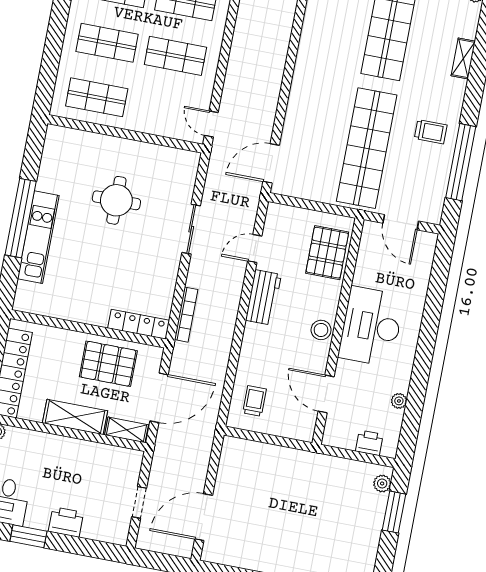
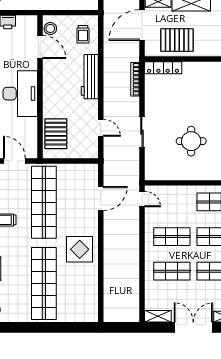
display table: (325, 64) -> (80, 249), added
door: (271, 163) -> (101, 199), moved
door: (255, 248) -> (101, 128), hinge flipped
workbench: (263, 297) -> (90, 77), moved, width x1.38
stool: (321, 330) -> (50, 28), moved

